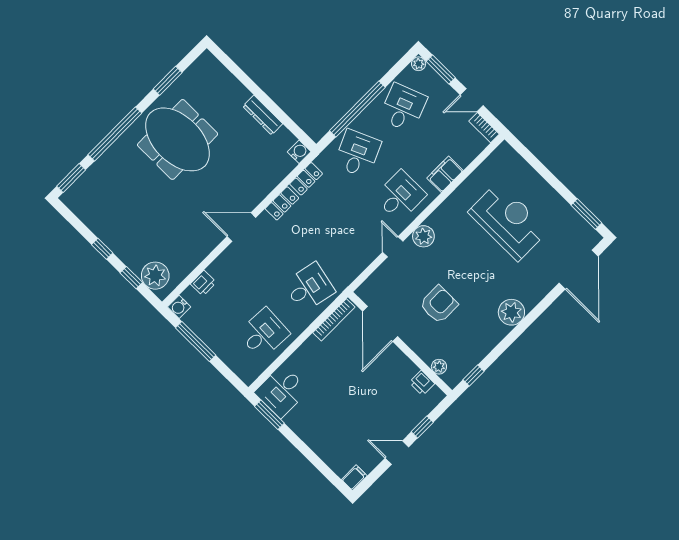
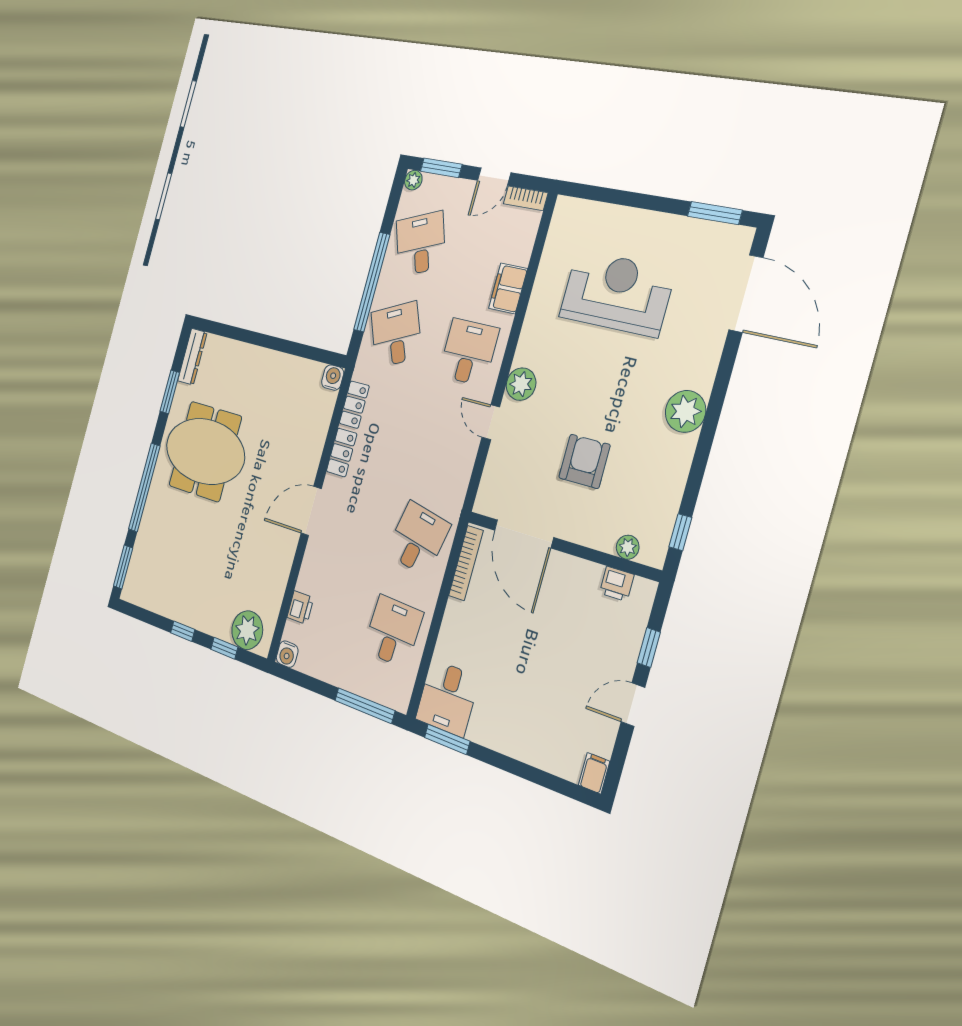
dresser: (263, 115) -> (192, 357), moved, turned -90
window: (196, 341) -> (365, 706), moved

